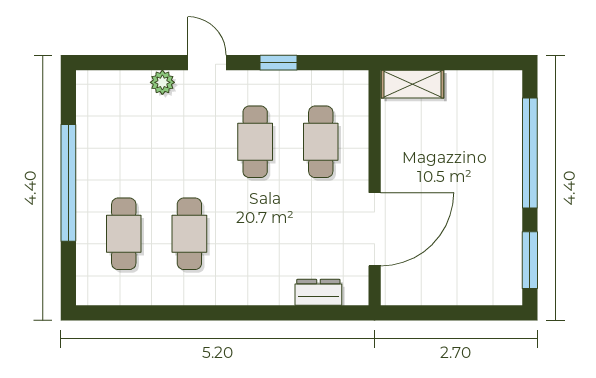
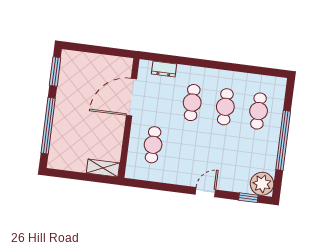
door: (207, 63) -> (205, 192), swing flipped
window: (278, 63) -> (248, 198), moved
plant: (162, 82) -> (262, 184), moved, width x1.88, depth x1.88
cafe table: (255, 142) -> (192, 103), moved

